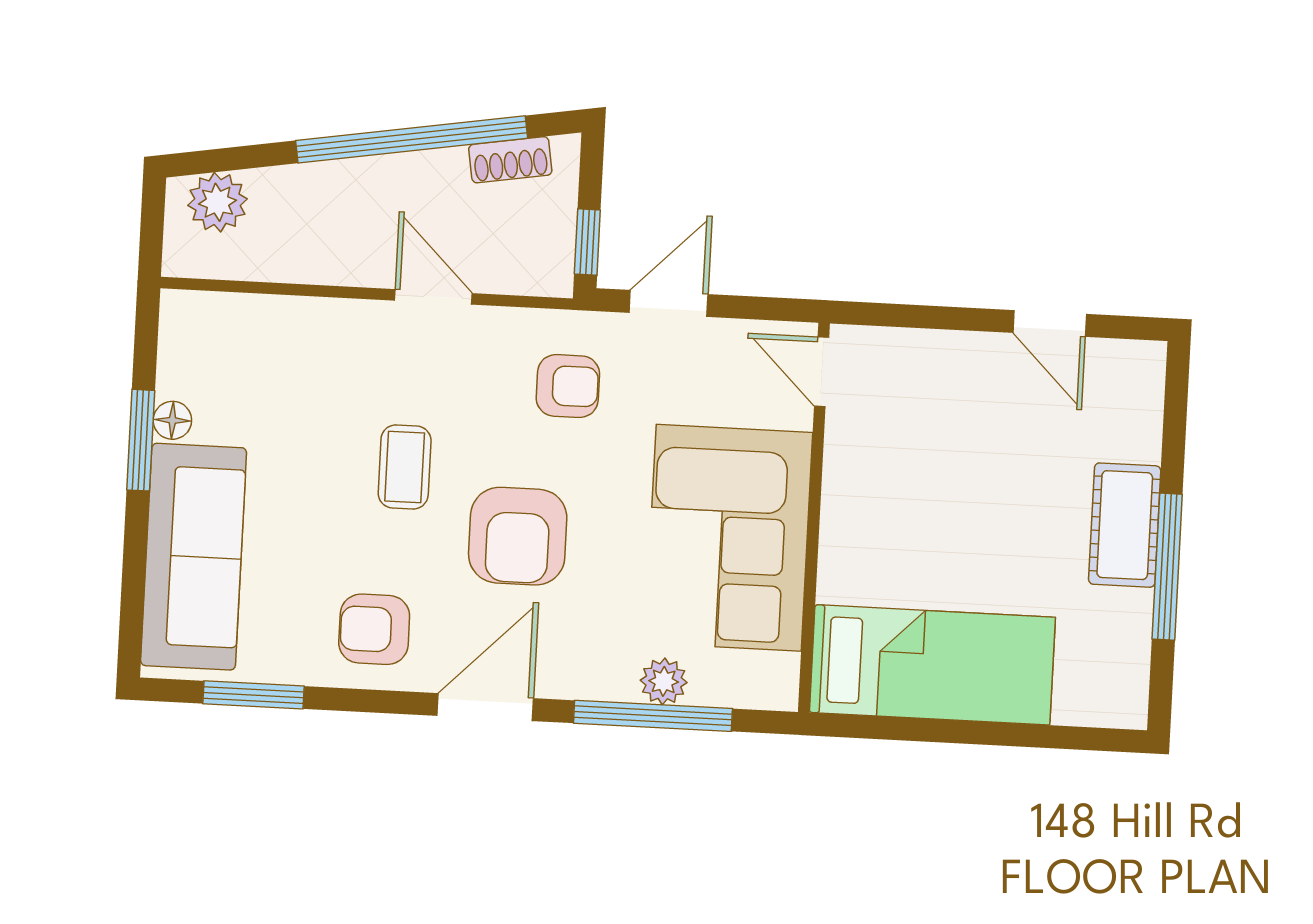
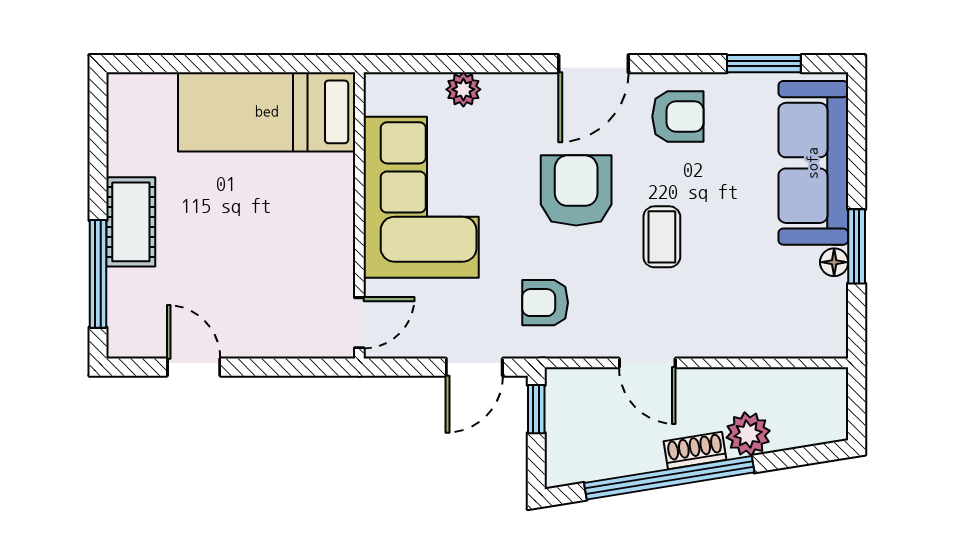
shoe rack: (510, 160) -> (695, 450), moved
plant: (217, 202) -> (748, 434), moved
door: (822, 372) -> (359, 323), hinge flipped
window: (1167, 567) -> (98, 274), moved
window: (653, 716) -> (470, 64), removed

